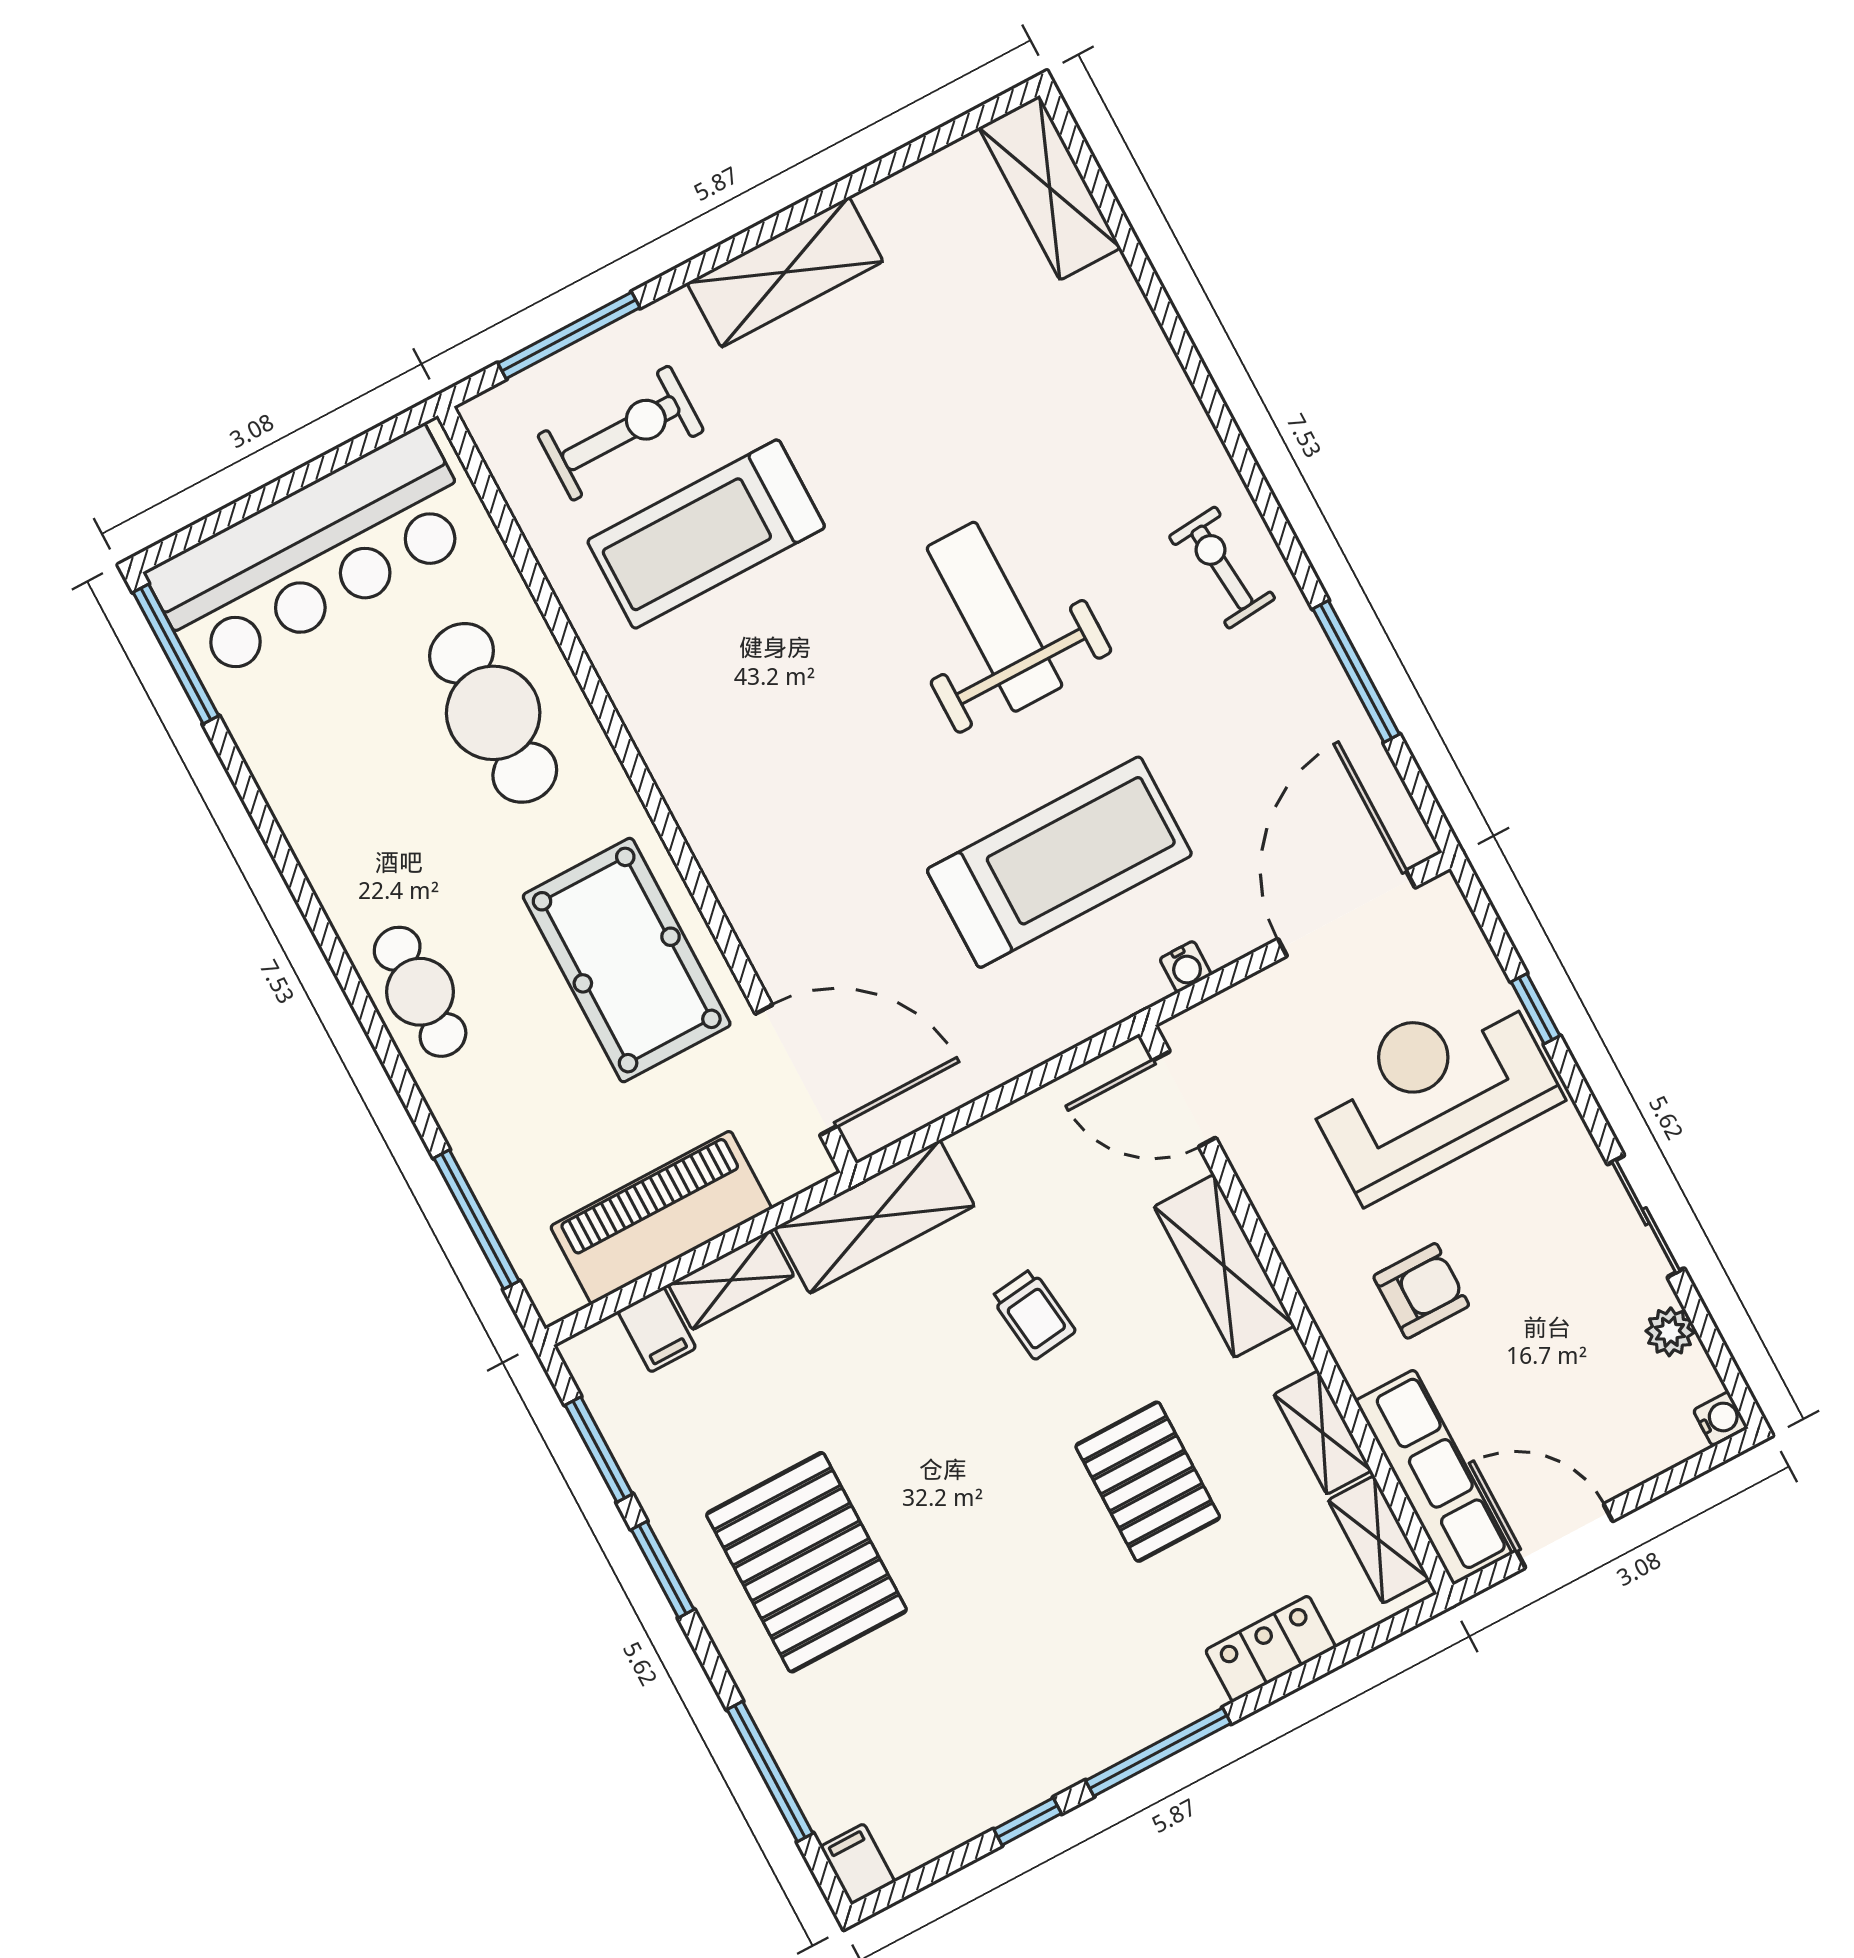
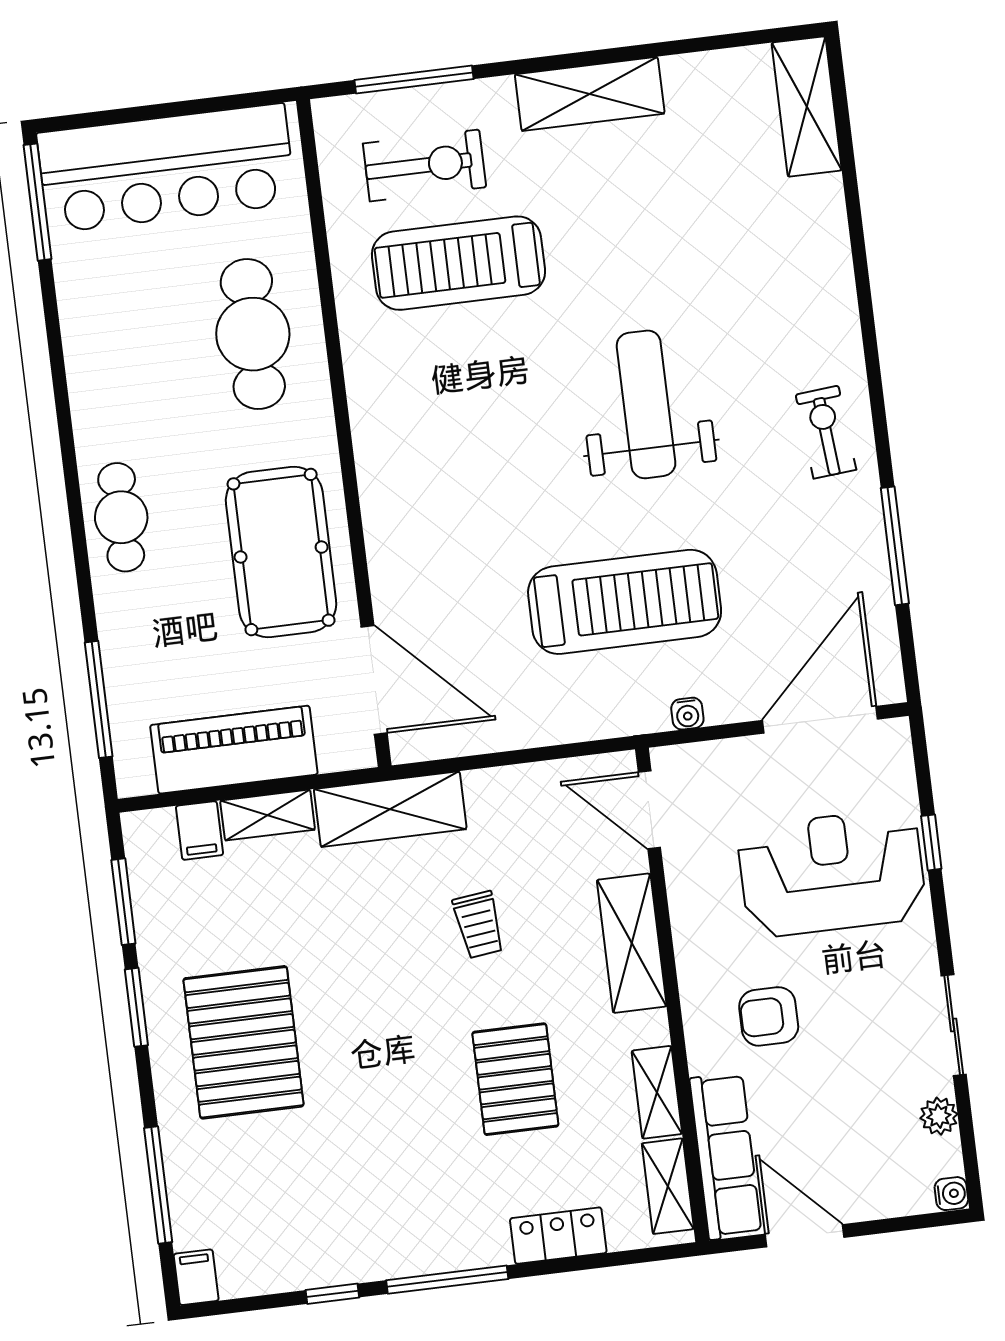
armchair: (1421, 1291) -> (769, 1016), turned 180

